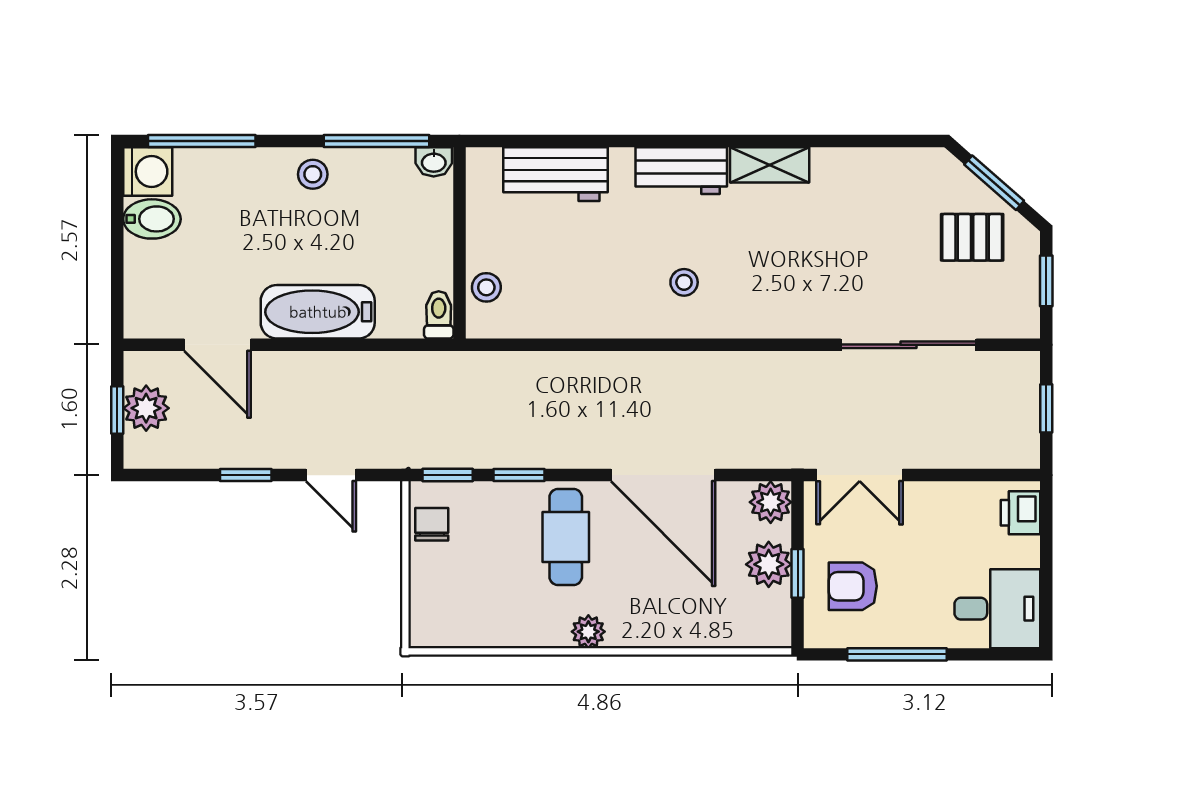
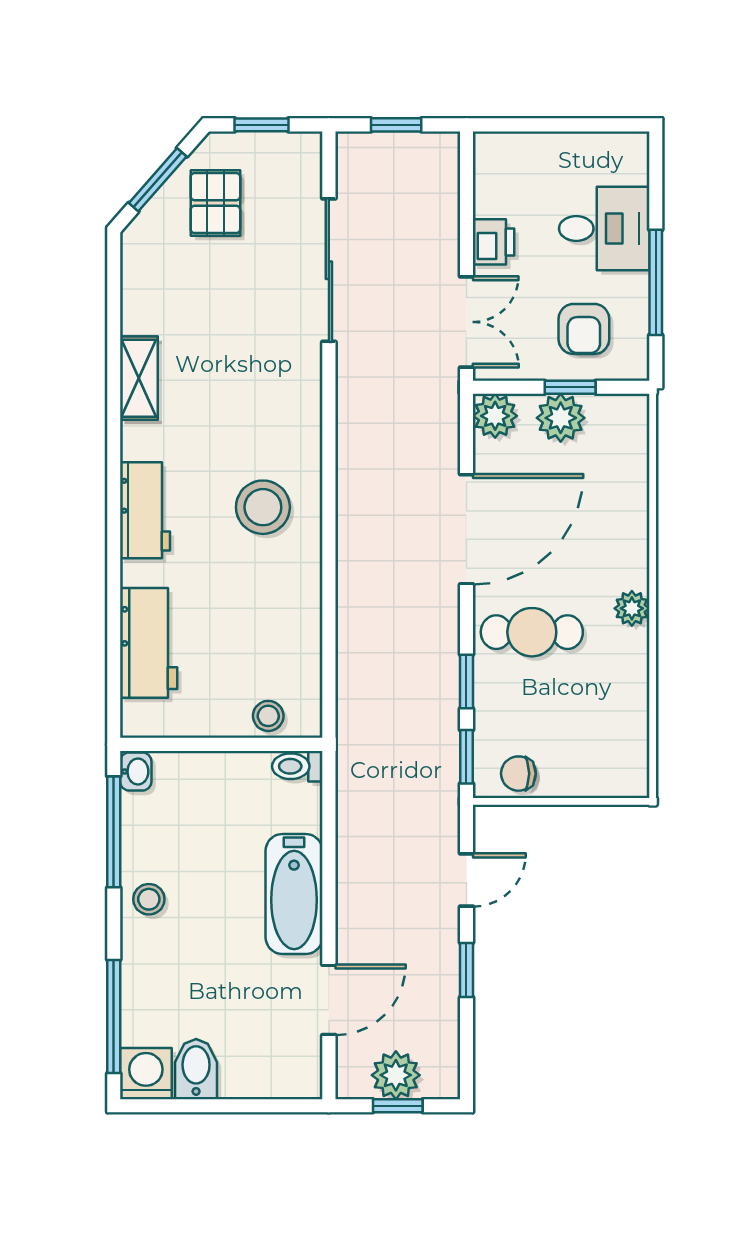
shelving: (770, 165) -> (139, 378), moved
stool: (684, 282) -> (263, 507), width x1.89, depth x1.89
printer: (1020, 513) -> (494, 242), moved, turned -90
desk: (997, 609) -> (604, 229), moved, turned 90

